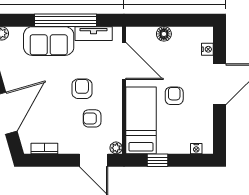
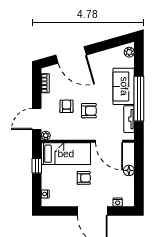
door: (124, 61) -> (109, 141), hinge flipped
armchair: (92, 118) -> (66, 106), moved

